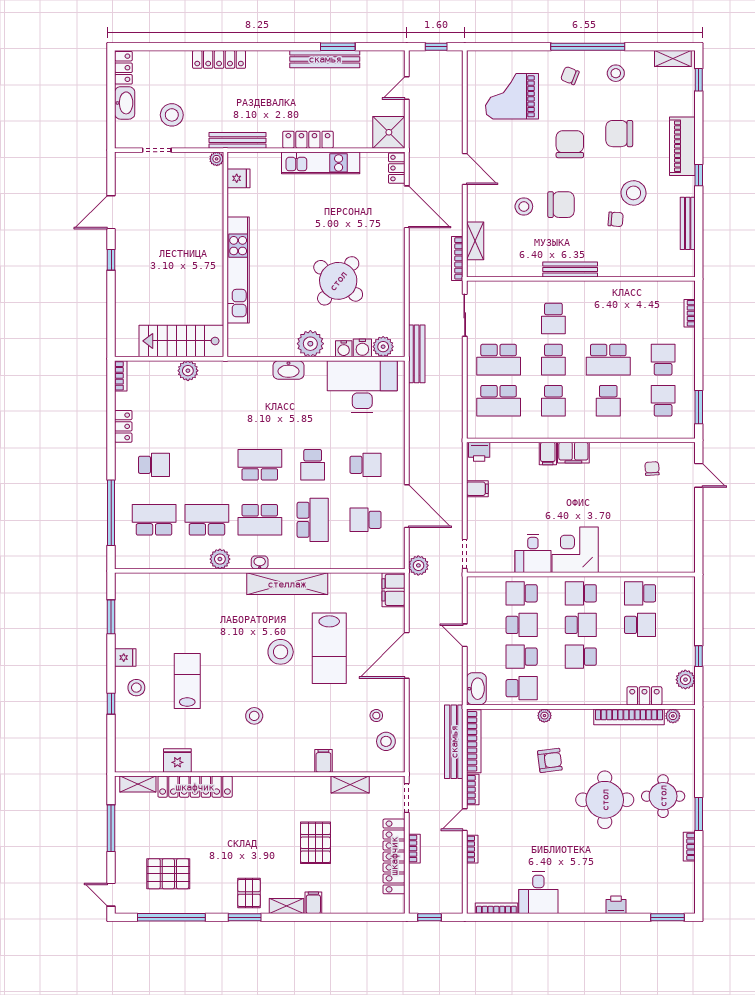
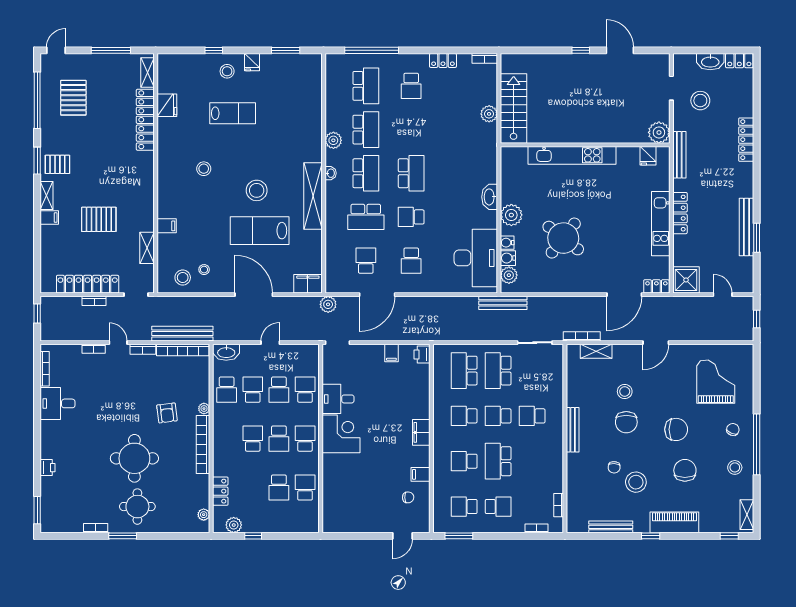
plant: (217, 159) -> (659, 132), width x1.87, depth x1.87
bookcase: (661, 286) -> (559, 505), added
school desk: (663, 401) -> (464, 507), turned 180
filing cabinet: (548, 453) -> (421, 474), moved
school desk: (260, 520) -> (366, 173), turned 180
bookcase: (629, 717) -> (203, 444), moved

